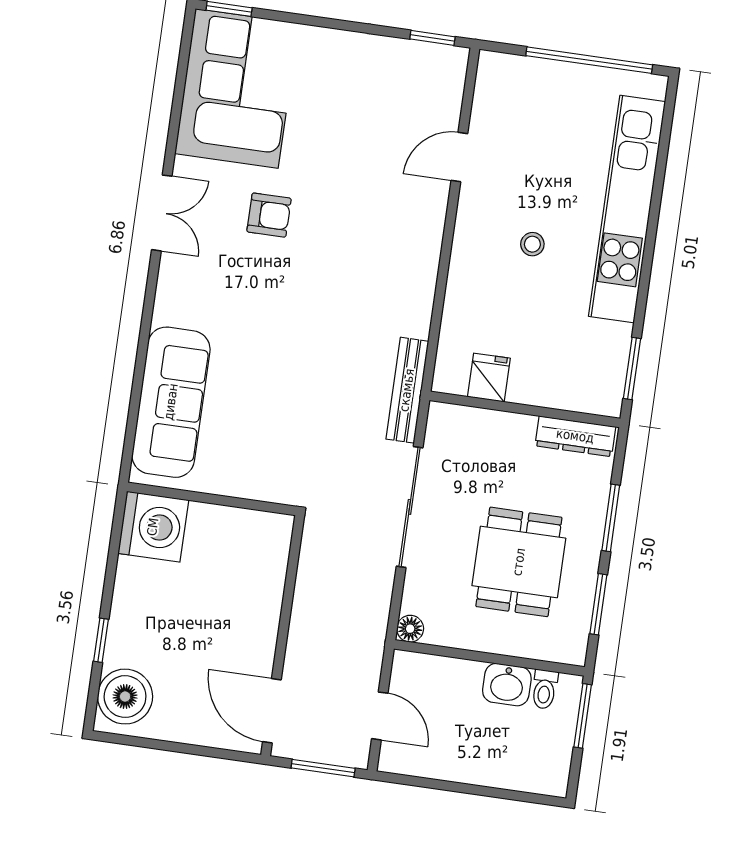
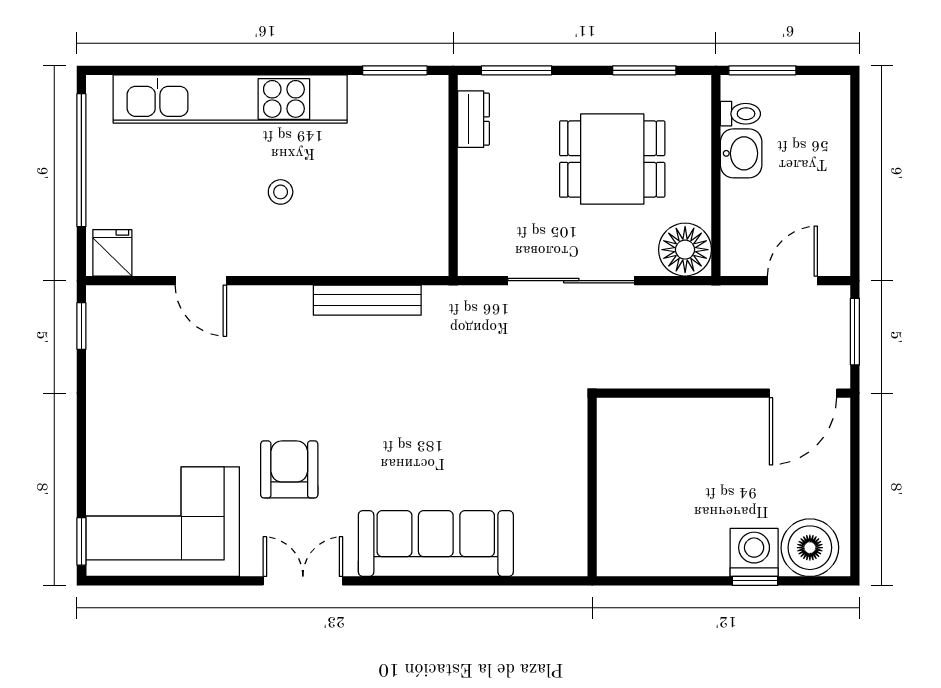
armchair: (269, 215) -> (289, 469), width x1.38, depth x1.38
fridge: (489, 378) -> (112, 253), moved, turned 90
bench: (407, 390) -> (367, 300), moved
sofa: (171, 402) -> (436, 543), moved
dresser: (575, 436) -> (474, 119), width x0.70
window: (611, 518) -> (517, 70), moved
washing machine: (153, 527) -> (754, 552), moved, width x0.73, depth x0.73
floor lamp: (410, 629) -> (685, 250), width x1.89, depth x1.89

